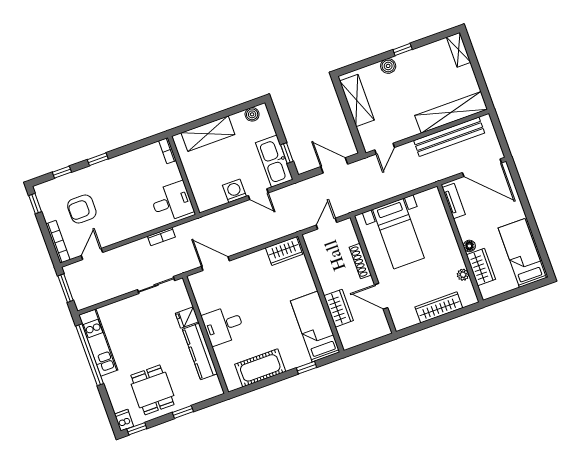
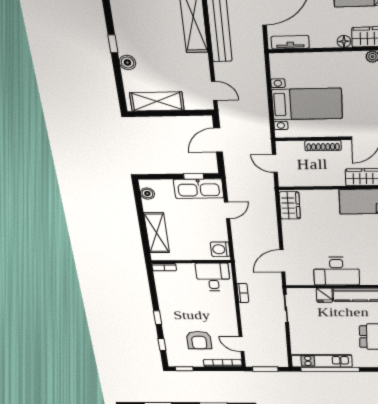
washing machine: (234, 191) -> (220, 249), moved
desk: (223, 325) -> (336, 271), width x1.37

